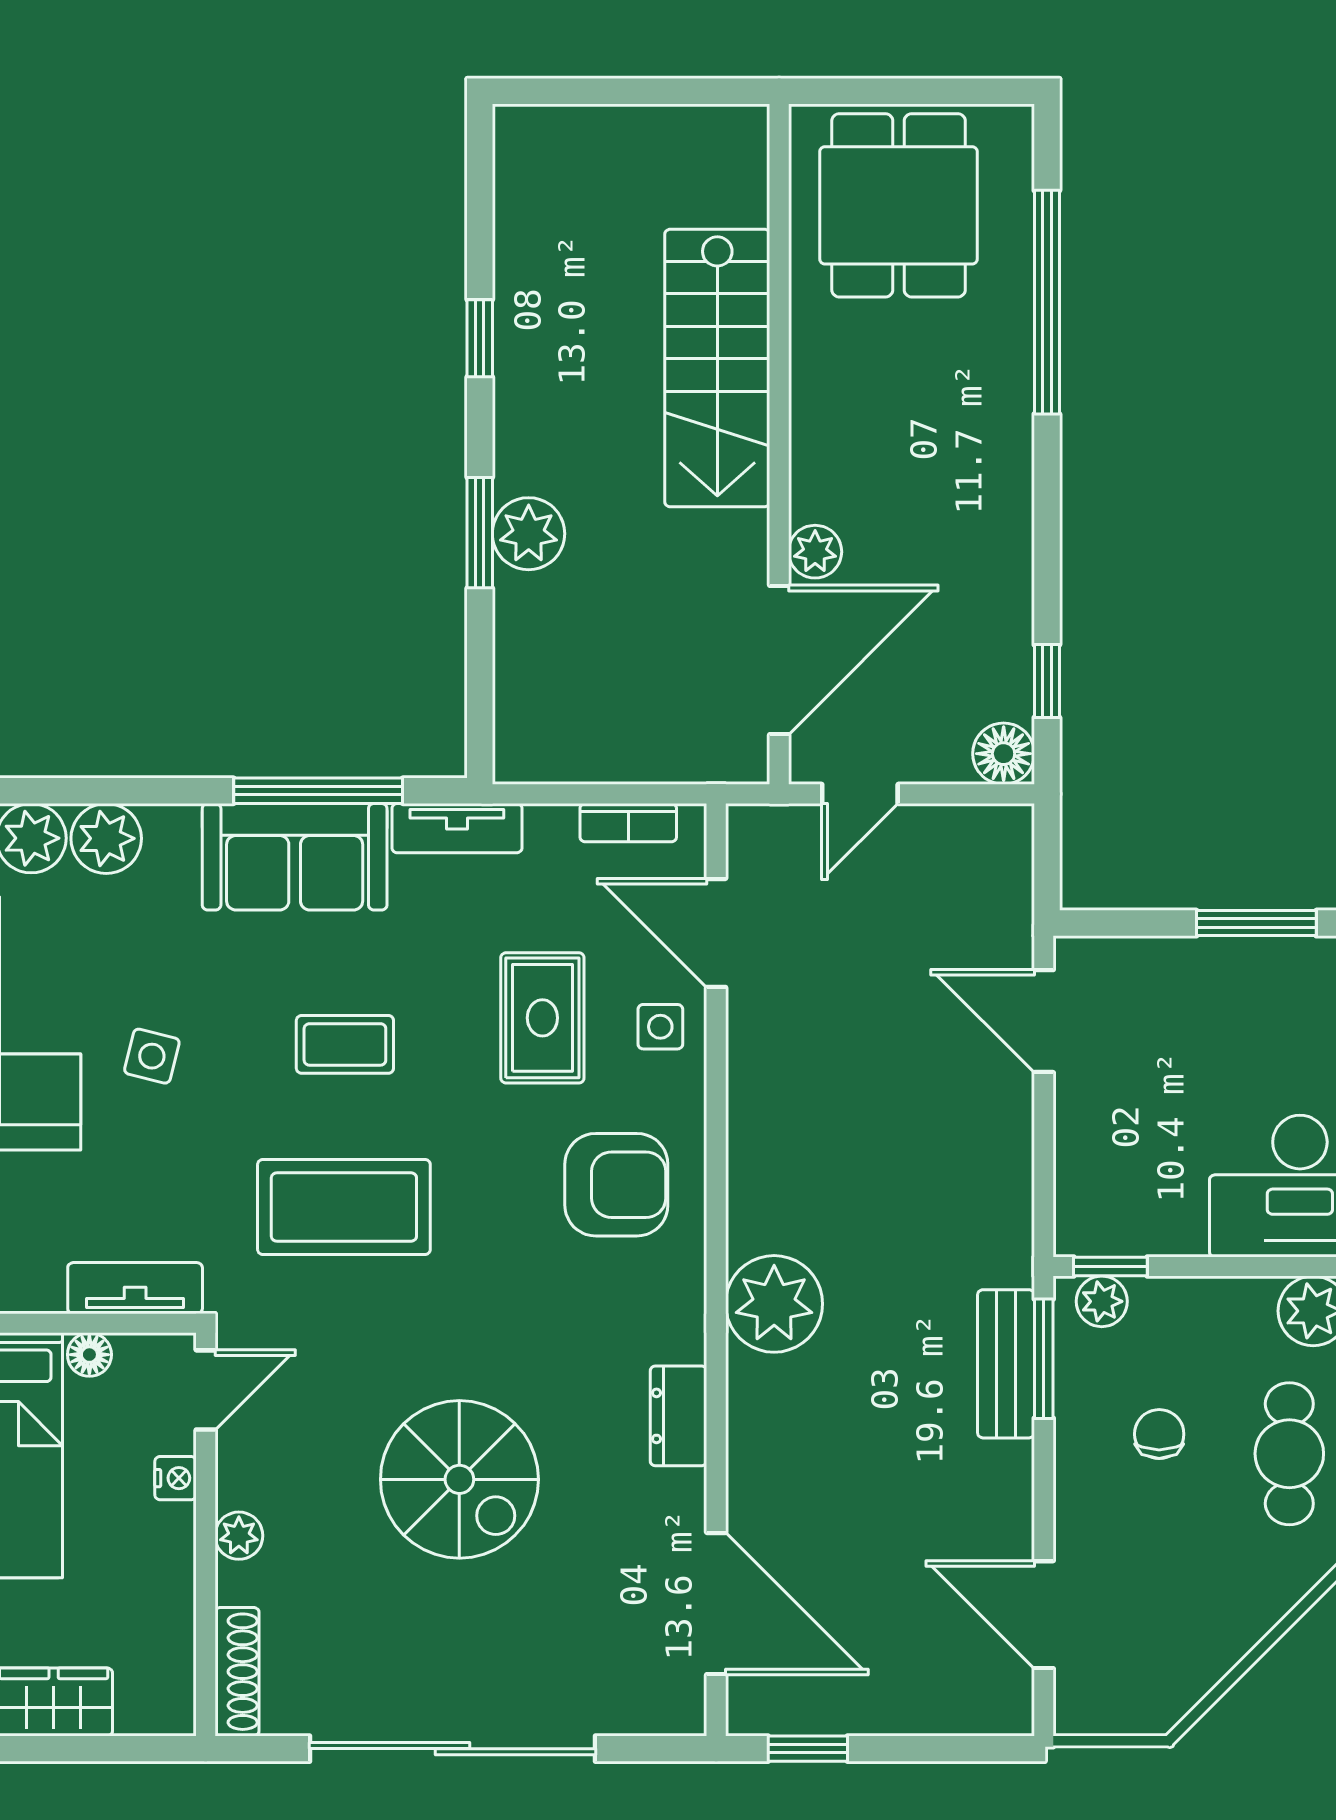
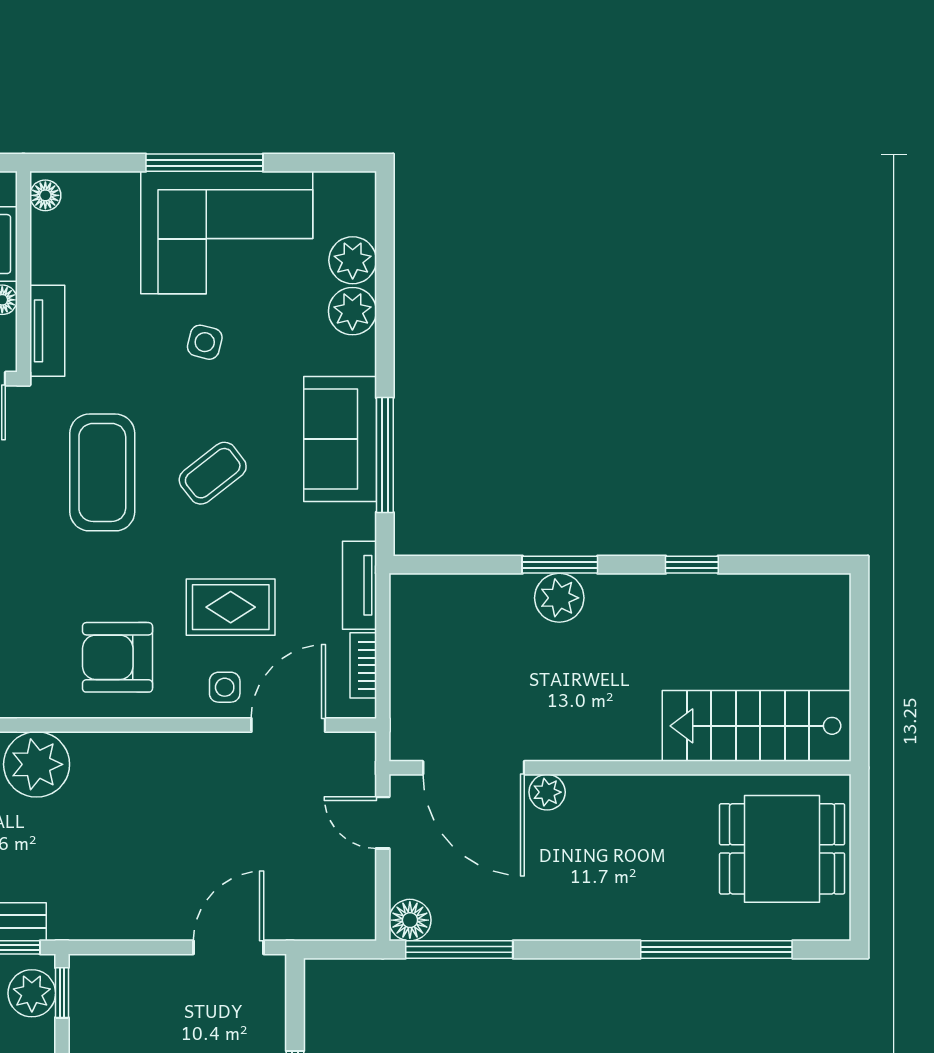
stairs: (717, 368) -> (757, 726), moved
window: (1047, 681) -> (459, 950), width x2.17
tv unit: (457, 828) -> (359, 585), moved
coffee table: (345, 1044) -> (213, 473), turned 52
armchair: (616, 1185) -> (117, 657), turned 90
plant: (1102, 1301) -> (32, 993), width x1.38, depth x1.38

